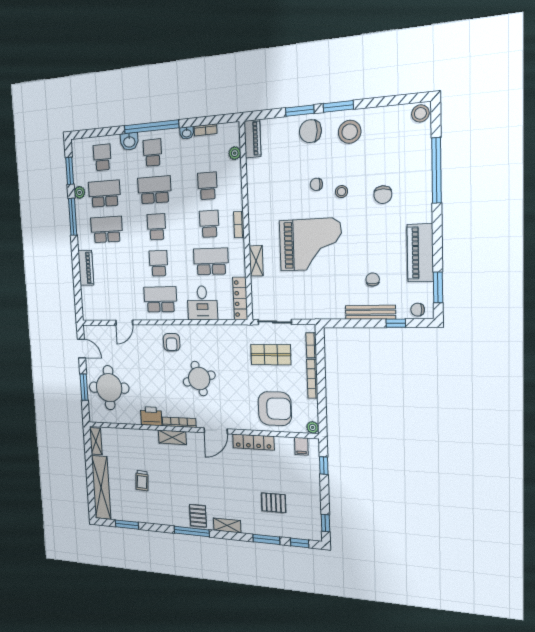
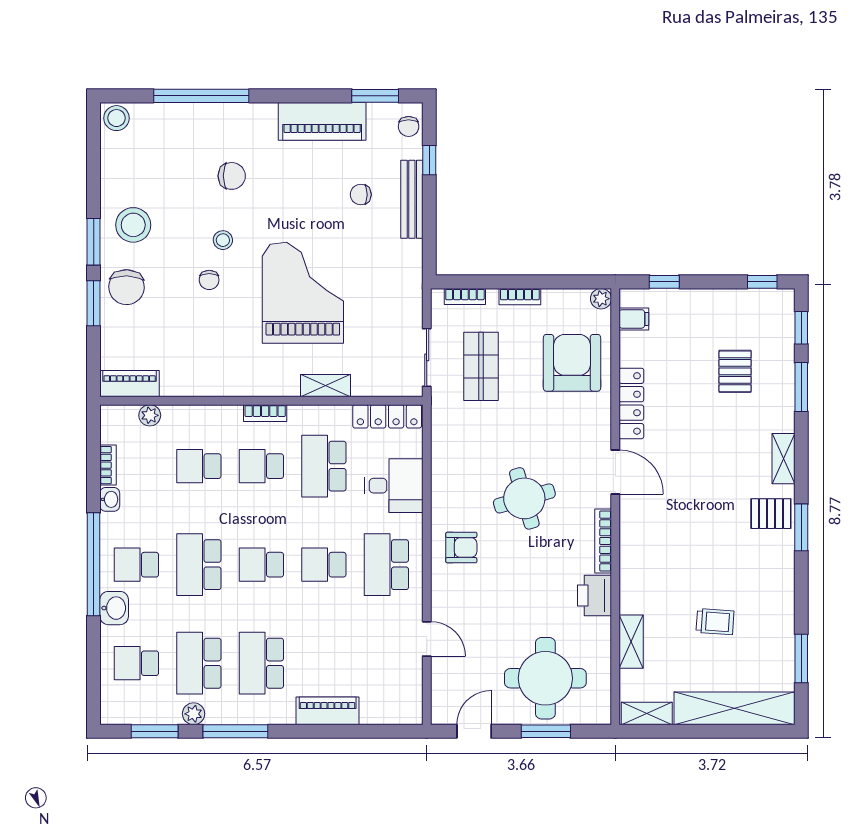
bookcase: (312, 379) -> (520, 297), width x0.64
shelving: (172, 437) -> (631, 642), moved
window: (192, 531) -> (801, 527), width x0.69

